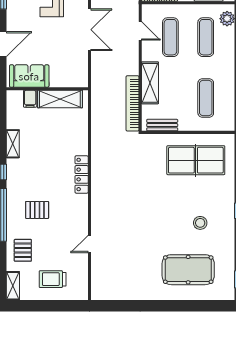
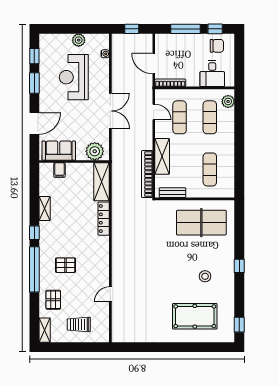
plant: (71, 77) -> (95, 151), added
shelving: (60, 99) -> (101, 182), moved, turned 90
locker: (82, 174) -> (104, 219), moved

